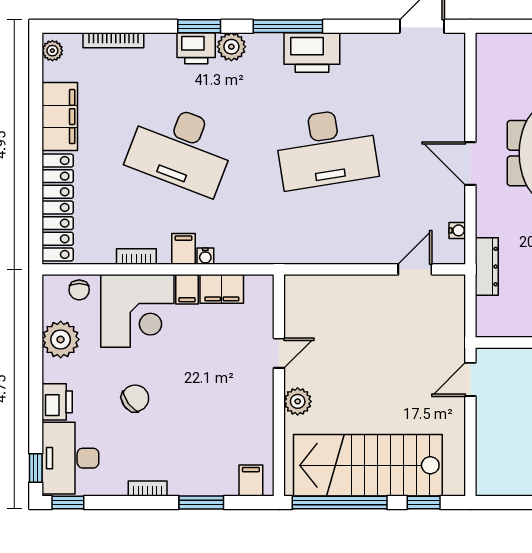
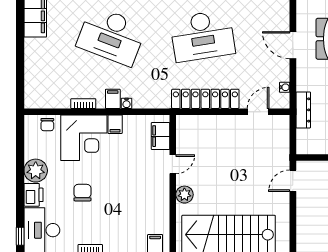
locker: (58, 207) -> (205, 99), moved, turned -90
filing cabinet: (222, 289) -> (161, 136), moved, turned 90
plant: (61, 339) -> (36, 171), moved
chair: (135, 398) -> (82, 193), turned -54

